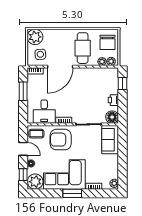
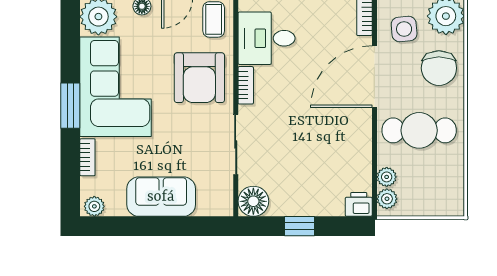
chair: (107, 42) -> (439, 68), moved, turned -90
door: (60, 67) -> (374, 77), hinge flipped
window: (122, 83) -> (300, 226), moved
printer: (113, 100) -> (359, 204), moved
armchair: (61, 140) -> (199, 78), turned 180
sofa: (110, 140) -> (161, 197), moved

